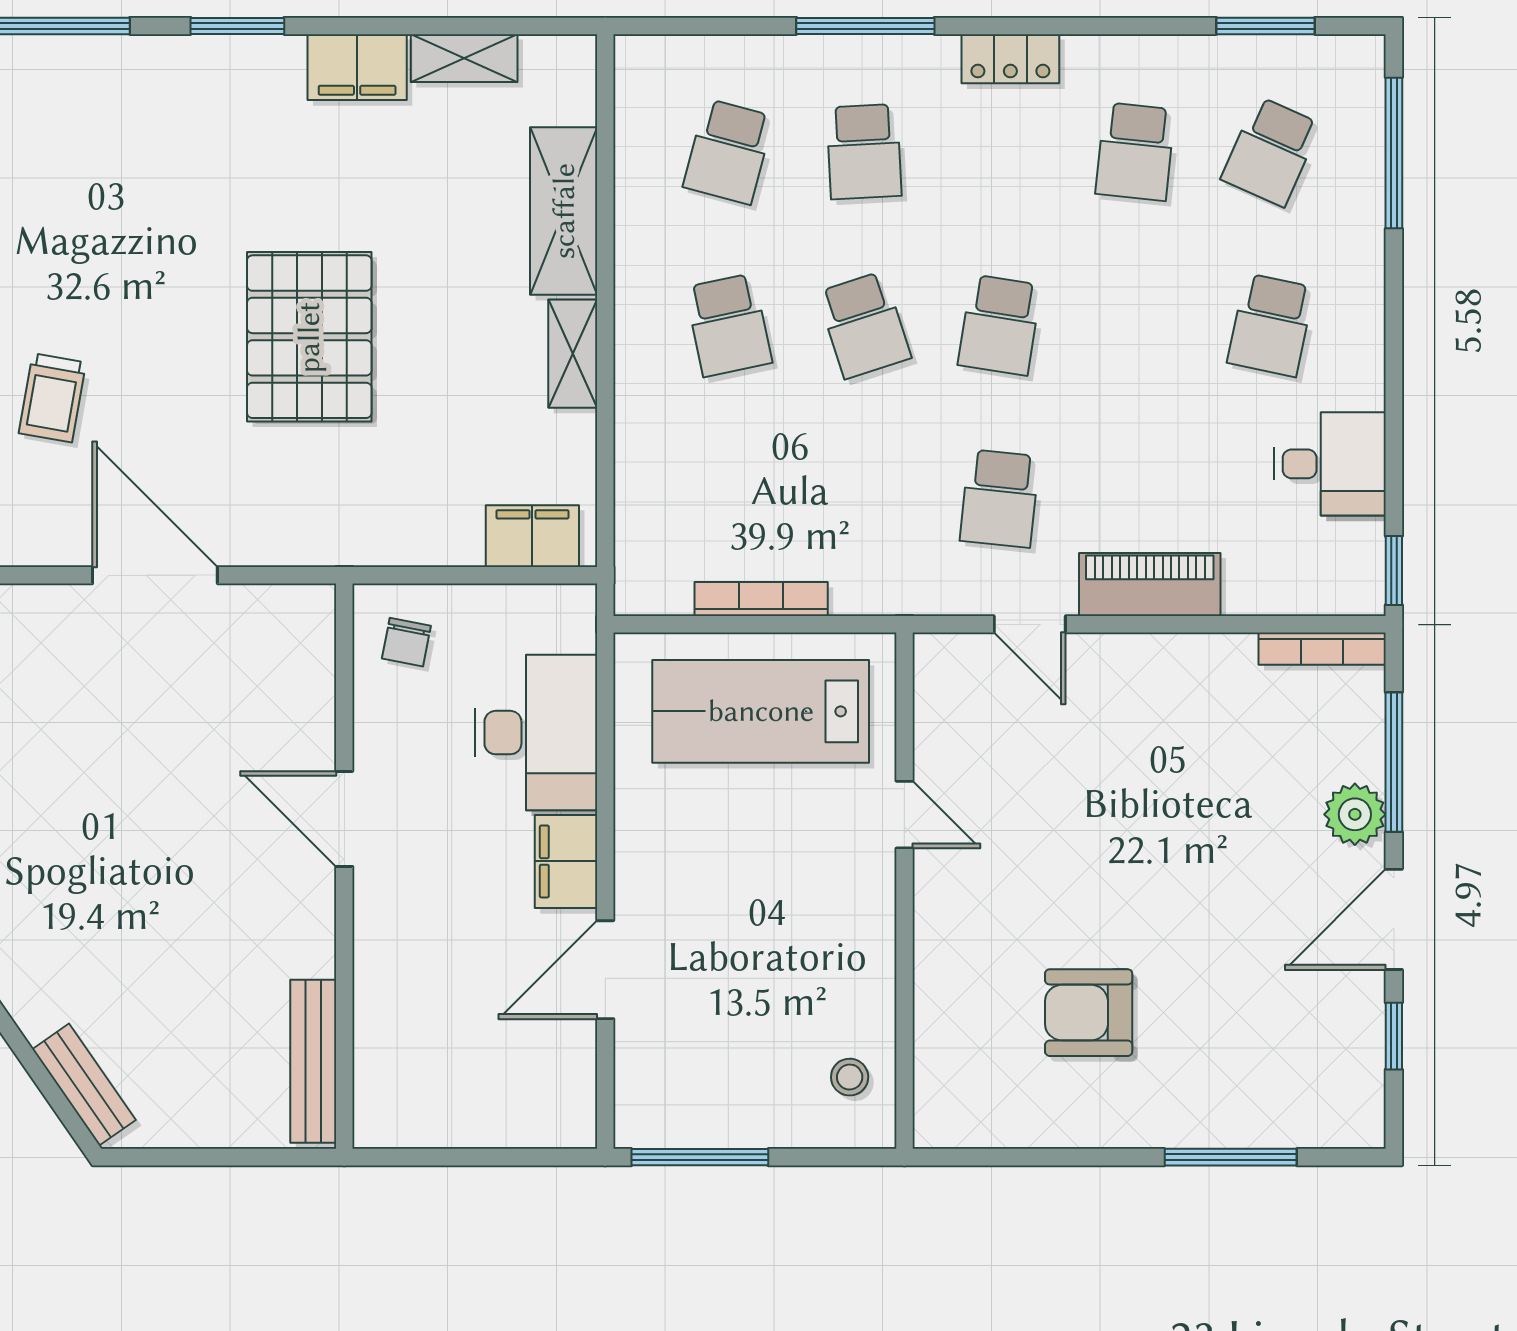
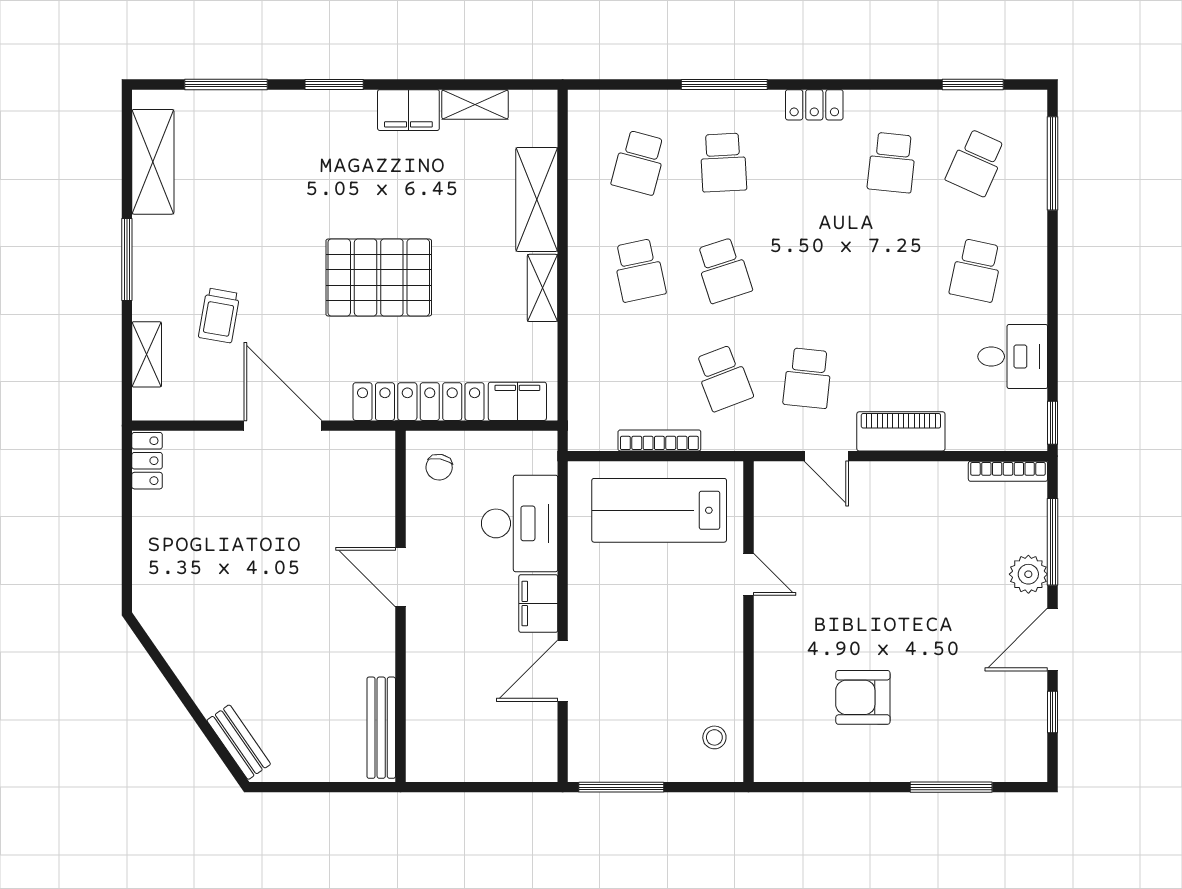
school desk: (1000, 325) -> (723, 378), moved, turned -30
pallet: (309, 337) -> (379, 277), turned 90
locker: (373, 536) -> (419, 402), added

